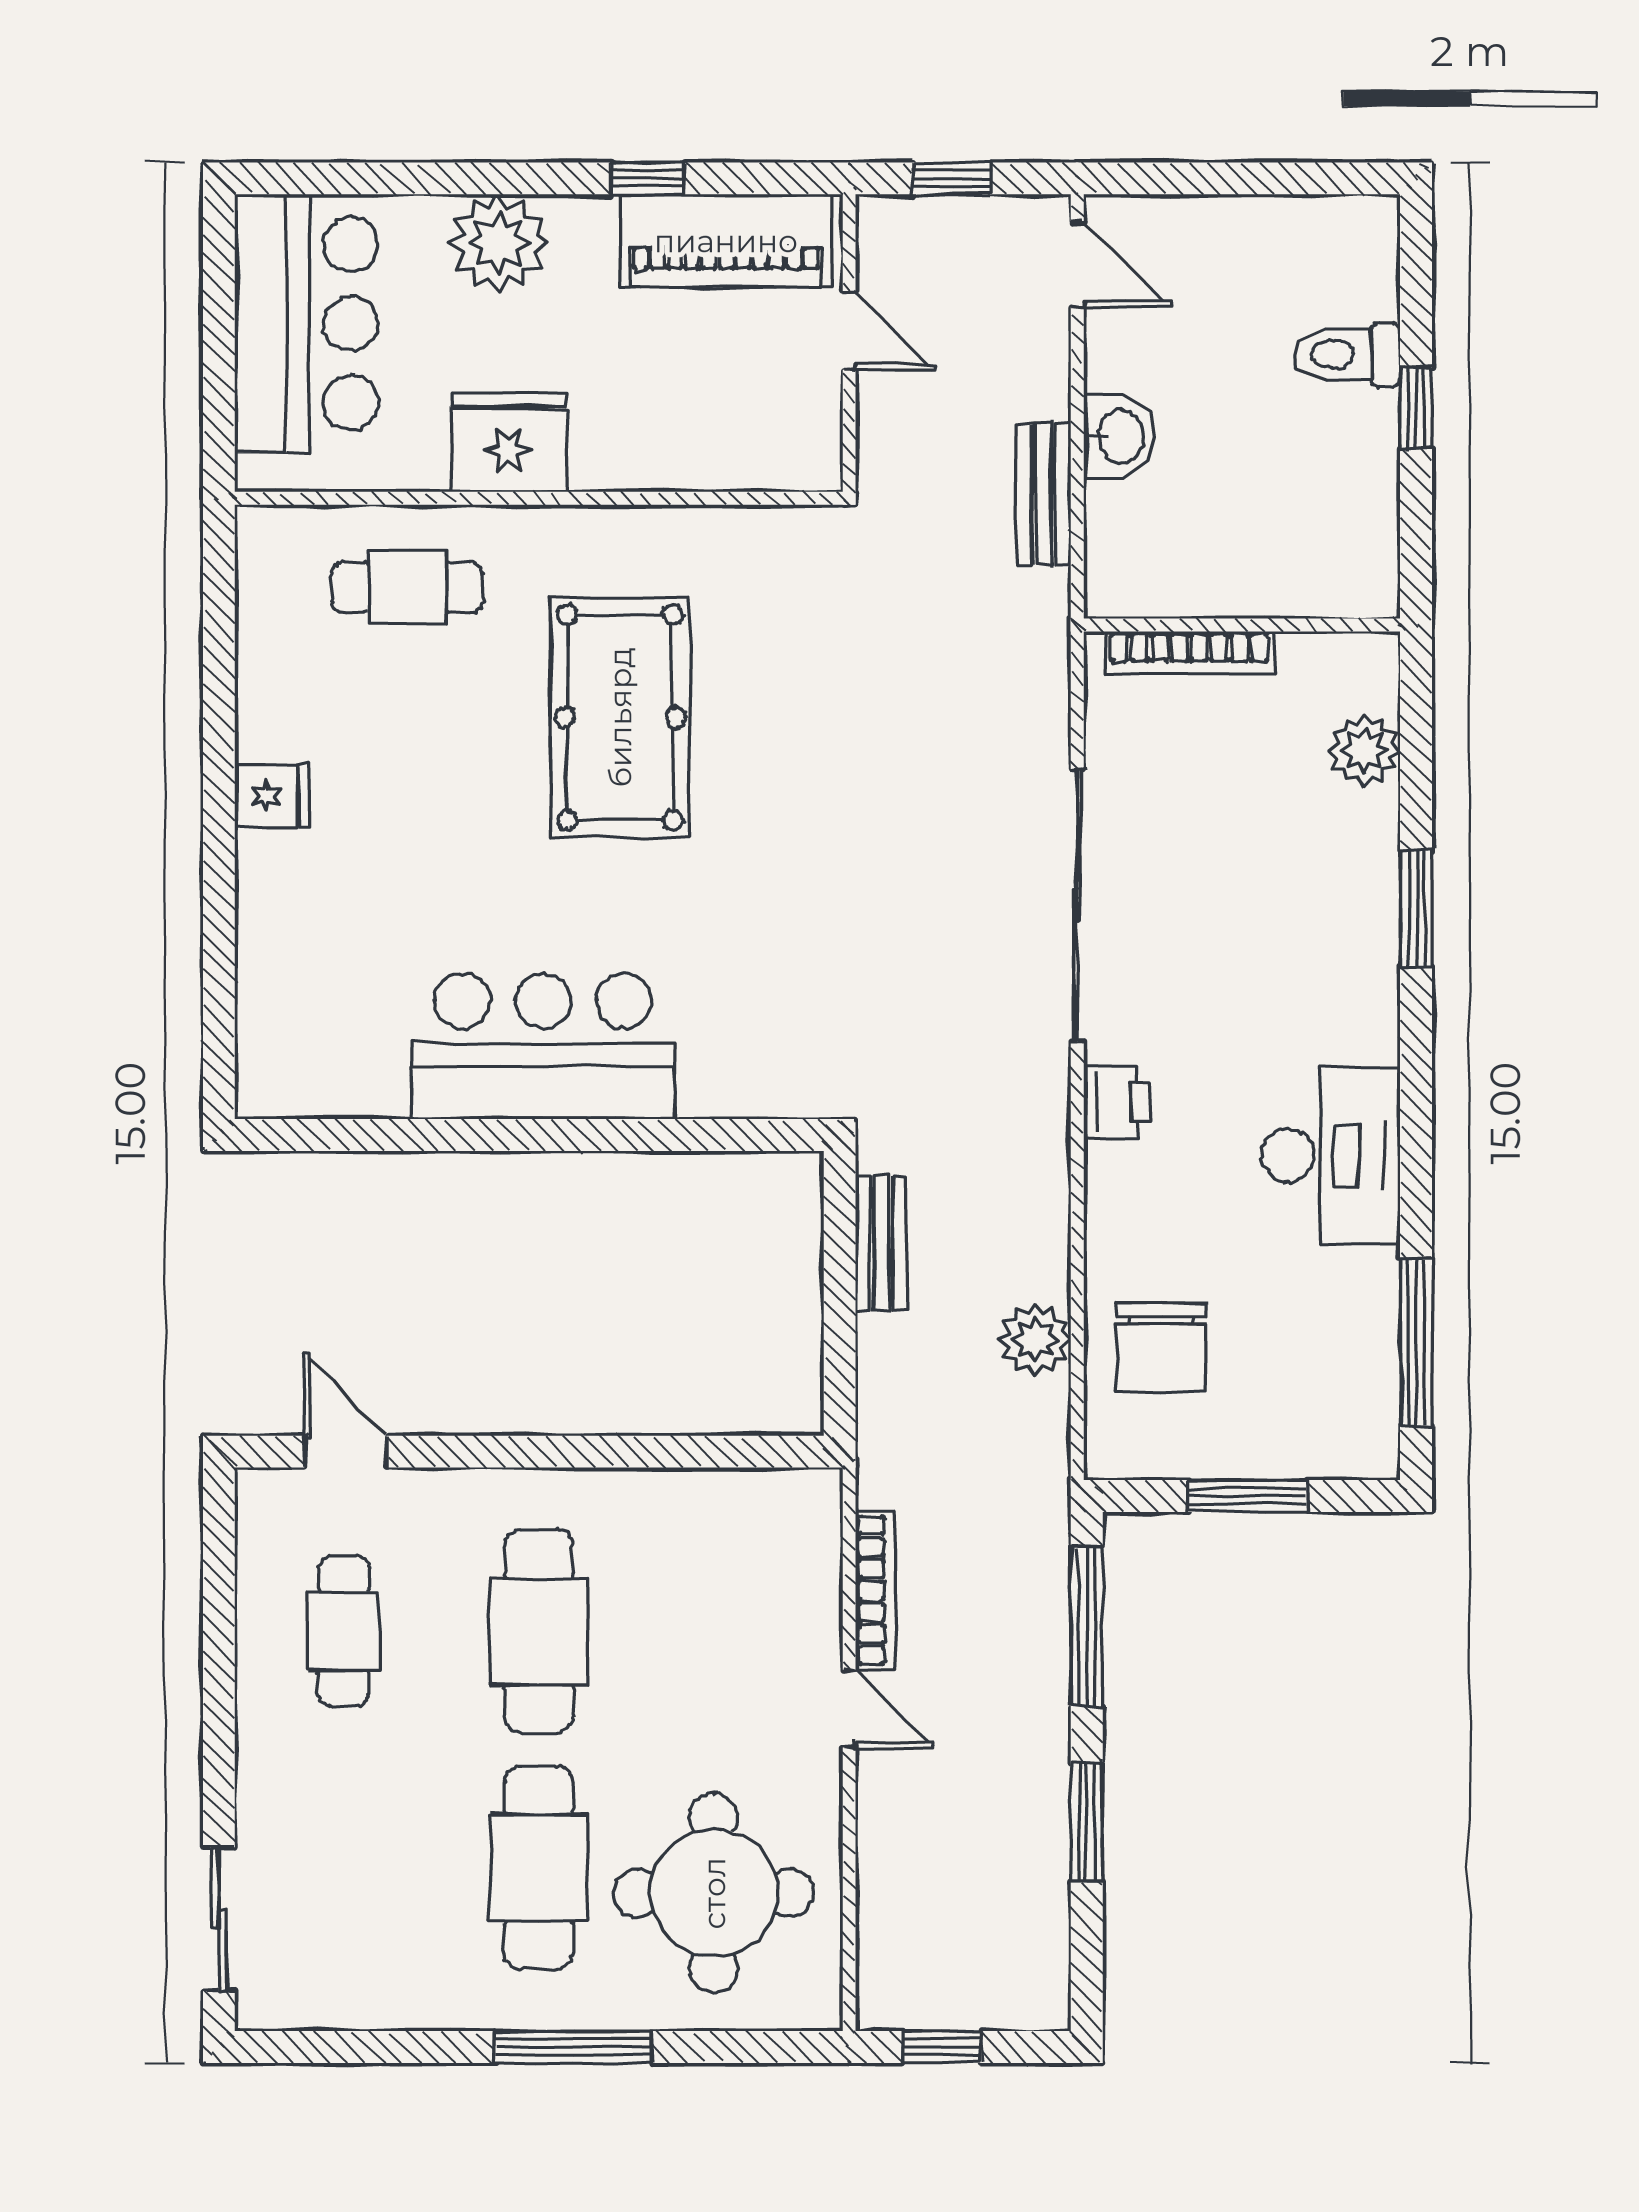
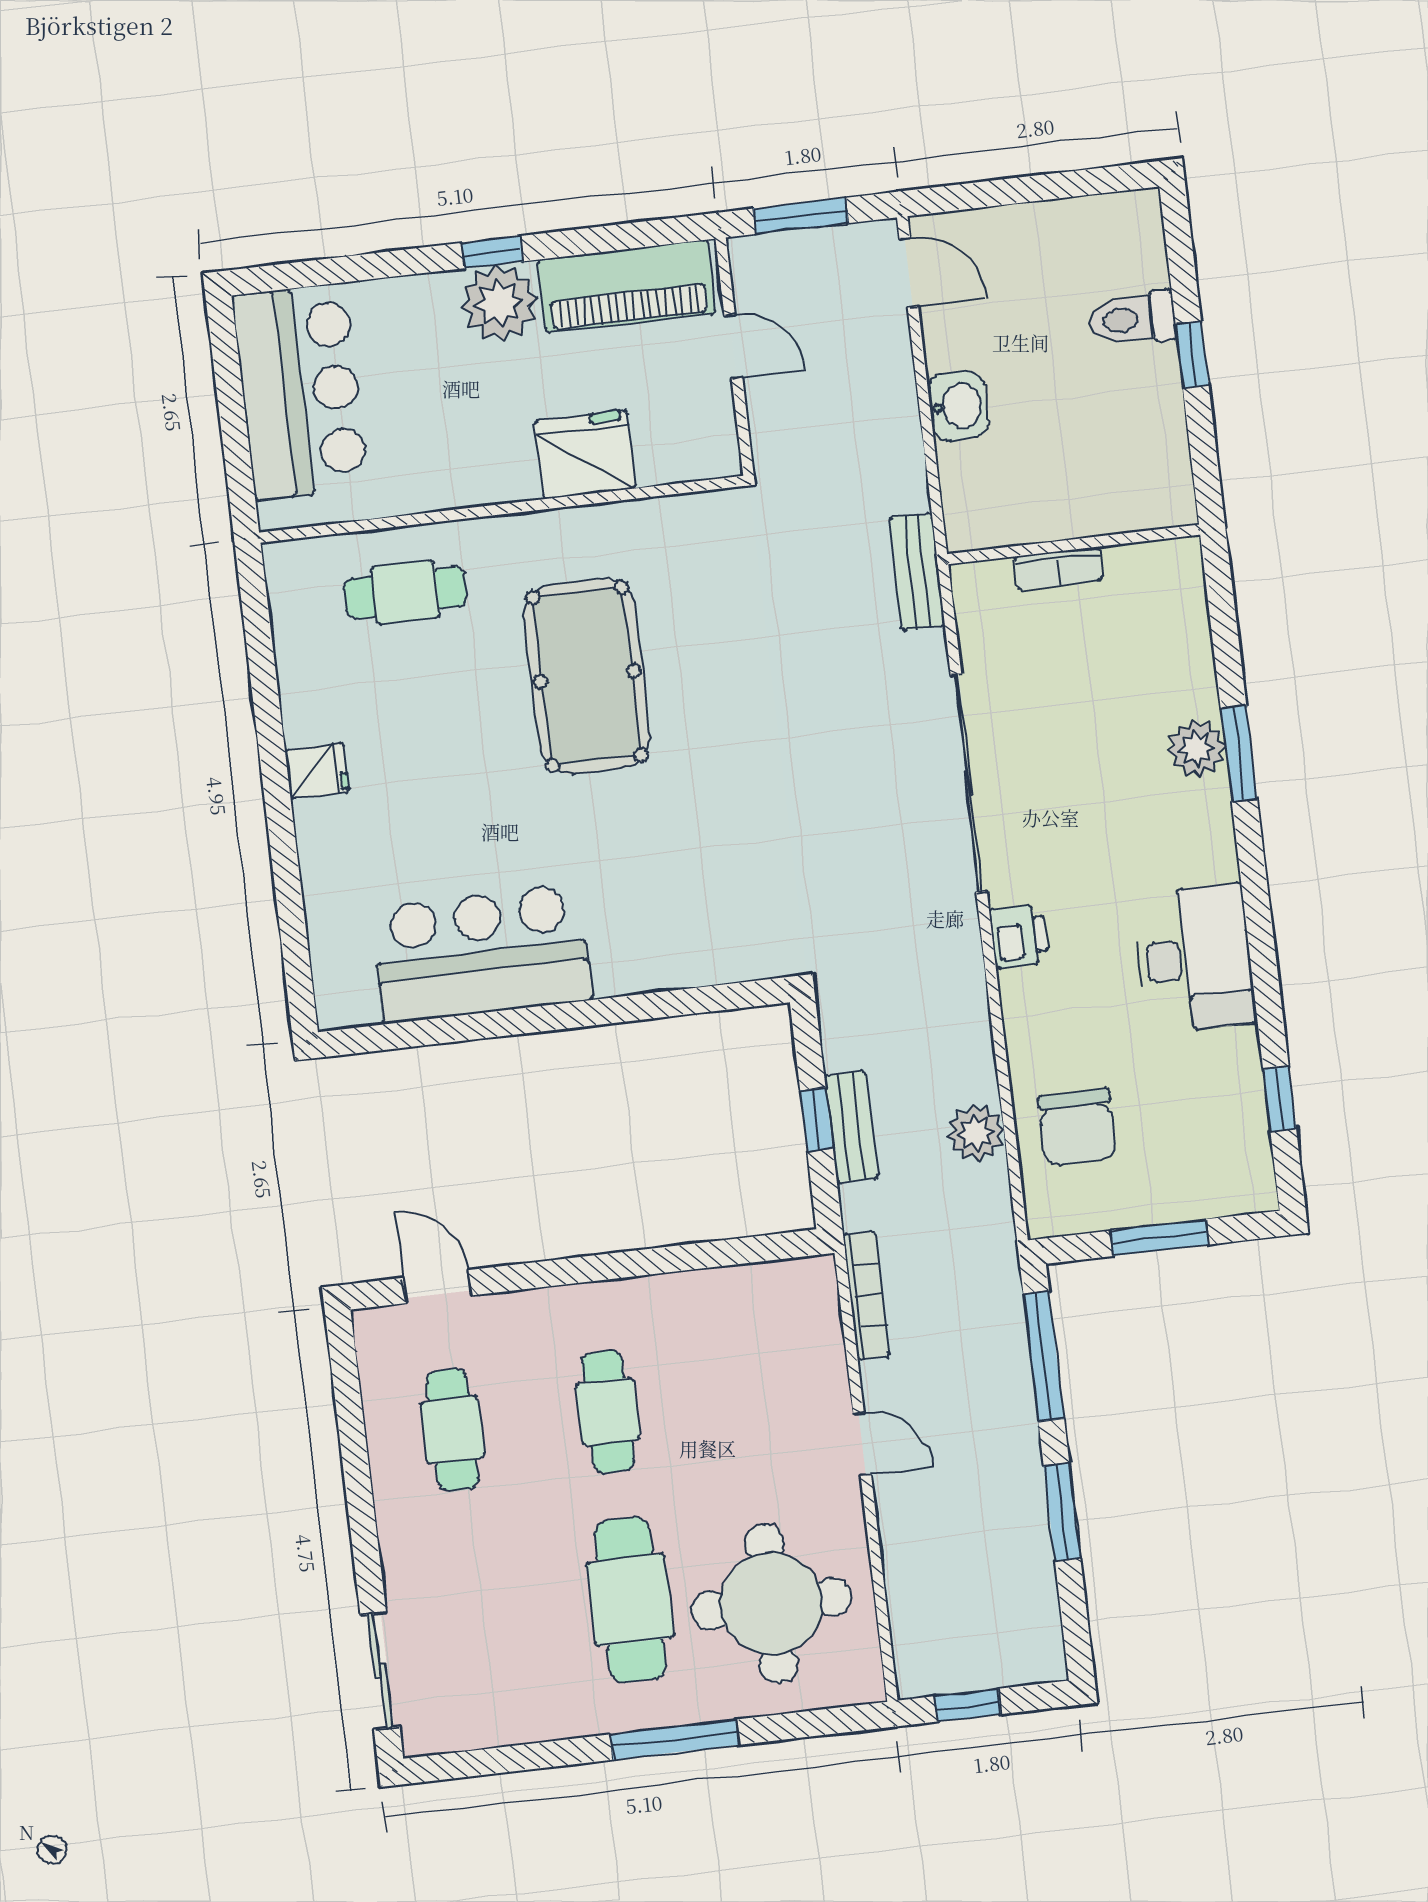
window: (647, 178) -> (492, 252), moved
window: (952, 178) -> (801, 216), width x1.50
plant: (499, 243) -> (499, 303), moved
fridge: (509, 443) -> (585, 455), moved
bench: (1044, 494) -> (917, 572), moved
bookcase: (1189, 653) -> (1058, 568), width x0.64
plant: (1364, 750) -> (1197, 749), moved
bar counter: (543, 1046) -> (482, 954), moved
bench: (881, 1243) -> (851, 1127), moved
window: (840, 1300) -> (816, 1119), added
window: (1416, 1342) -> (1280, 1099), width x0.46
bookcase: (876, 1591) -> (866, 1295), moved
cafe table: (539, 1631) -> (608, 1412), width x0.73, depth x0.74

